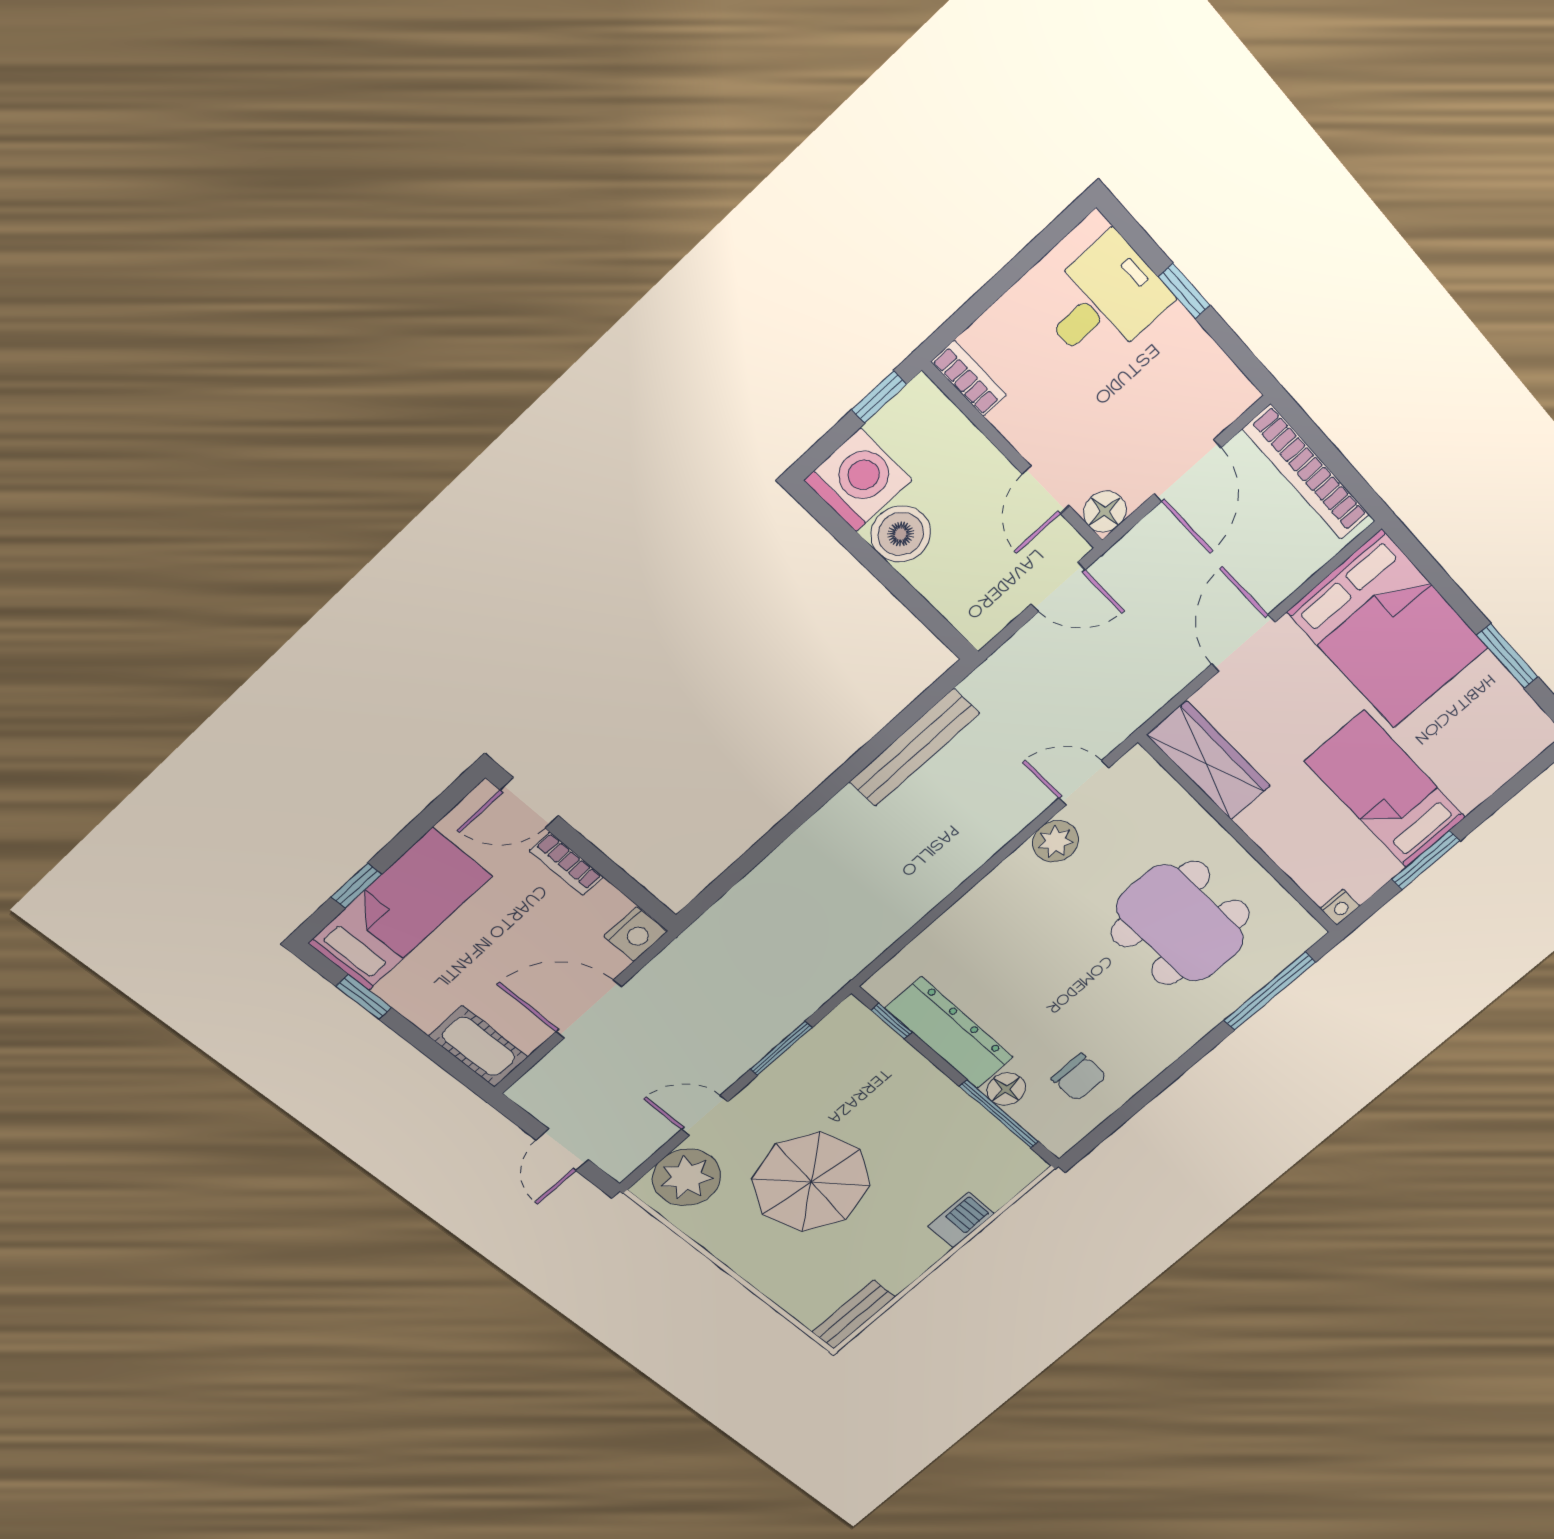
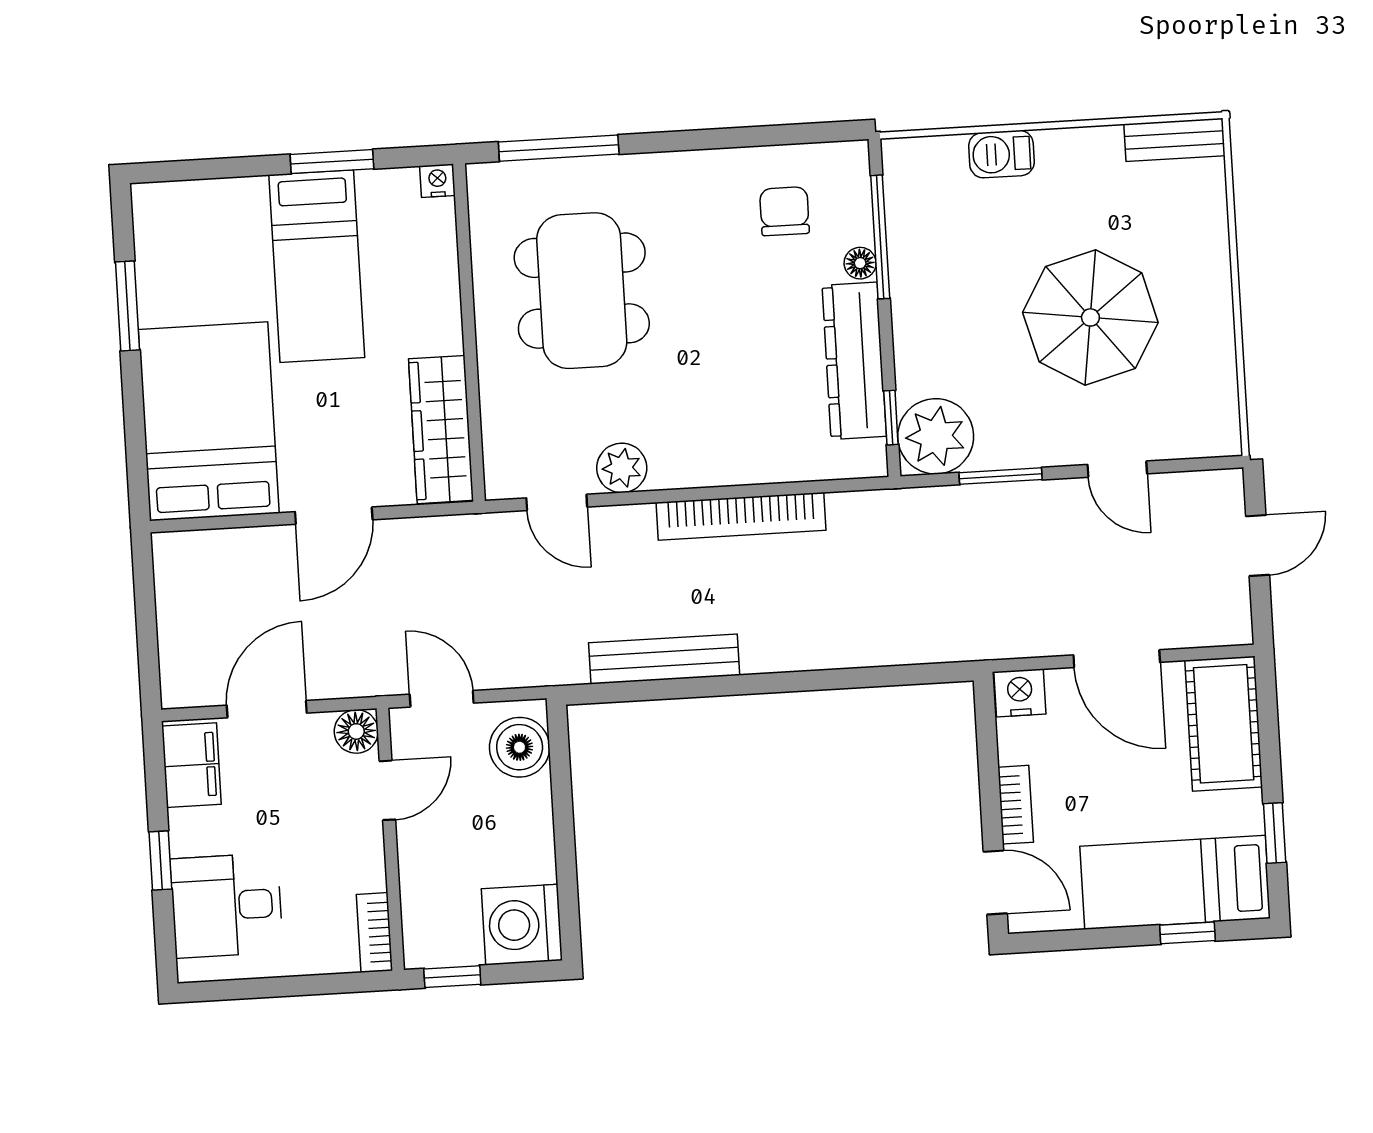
filing cabinet: (1215, 383) -> (192, 765), added
bookcase: (1306, 472) -> (741, 516), moved, turned 90
boiler: (901, 534) -> (520, 747), moved
cot: (479, 1046) -> (1224, 724), width x1.37, depth x1.34
floor lamp: (1006, 1089) -> (860, 263), width x0.73, depth x0.73
plant: (686, 1177) -> (936, 436), moved

